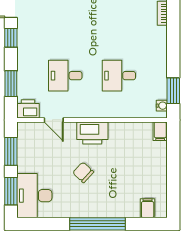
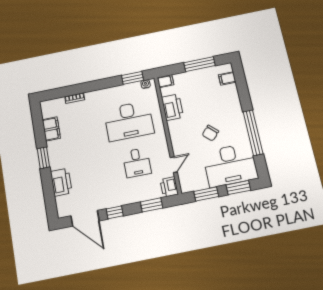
desk: (119, 76) -> (129, 121), width x1.87, depth x1.30
printer: (92, 133) -> (172, 107), moved
window: (173, 178) -> (200, 64), added
desk: (34, 196) -> (230, 165), width x1.36, depth x1.30
window: (98, 224) -> (253, 133), moved

